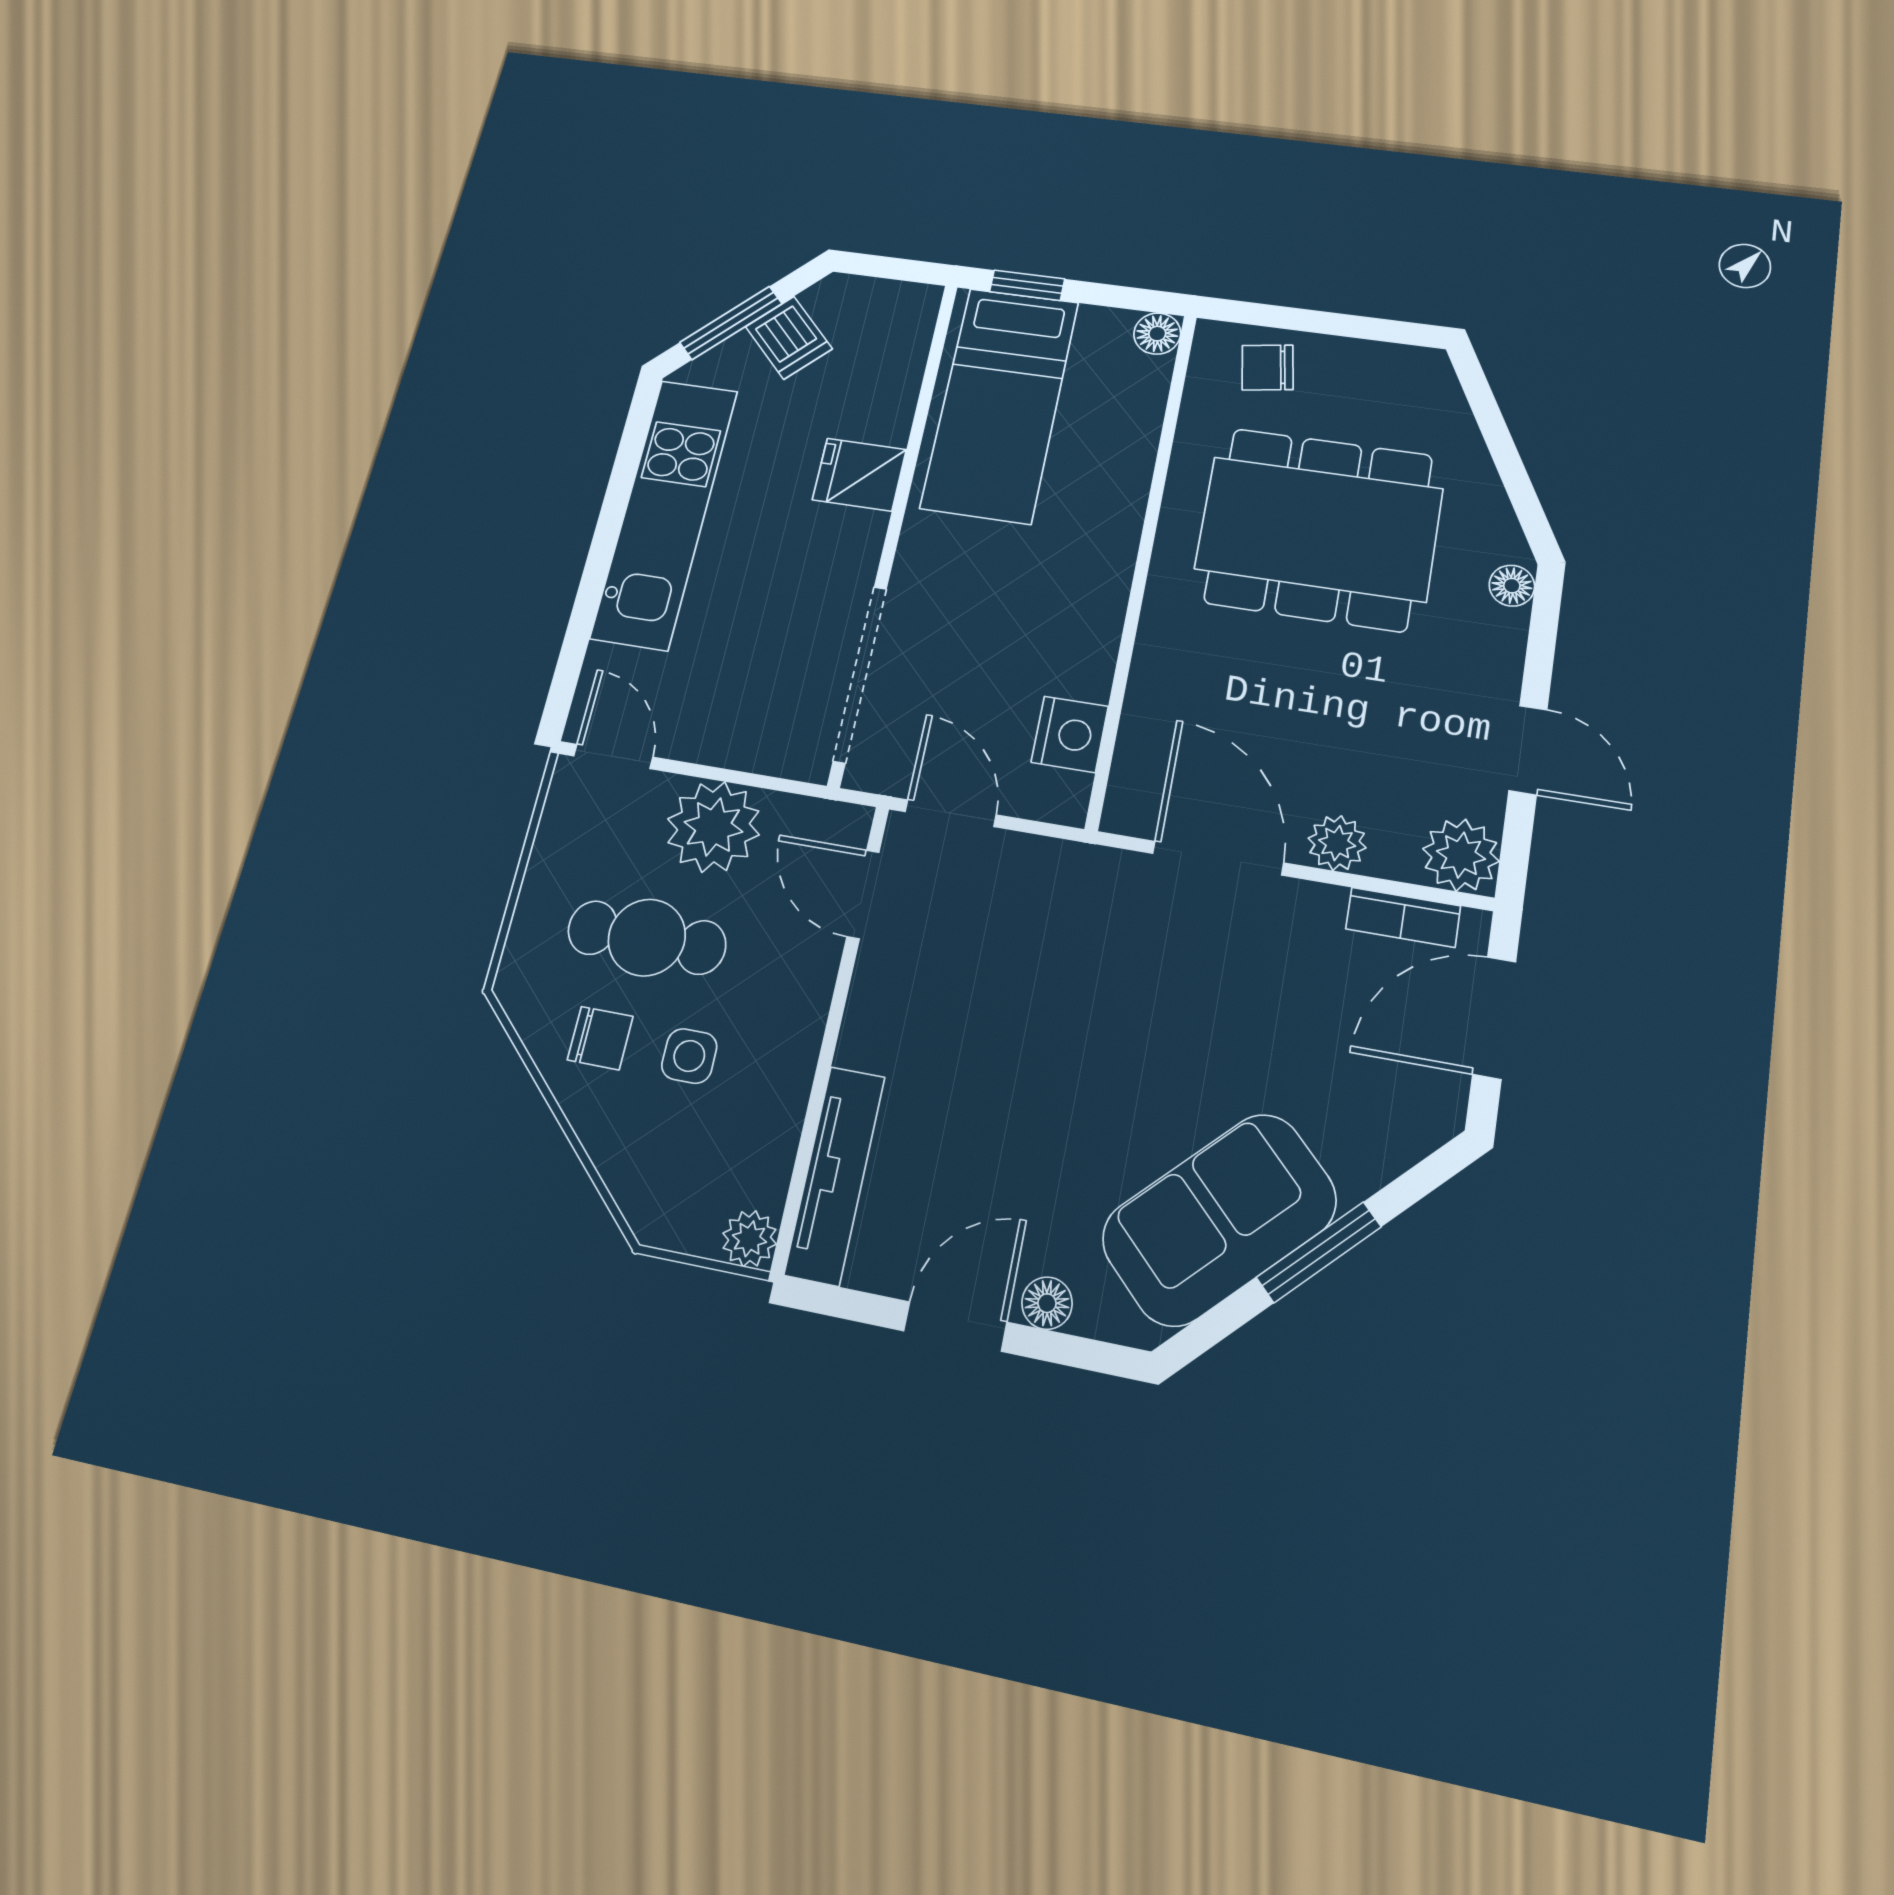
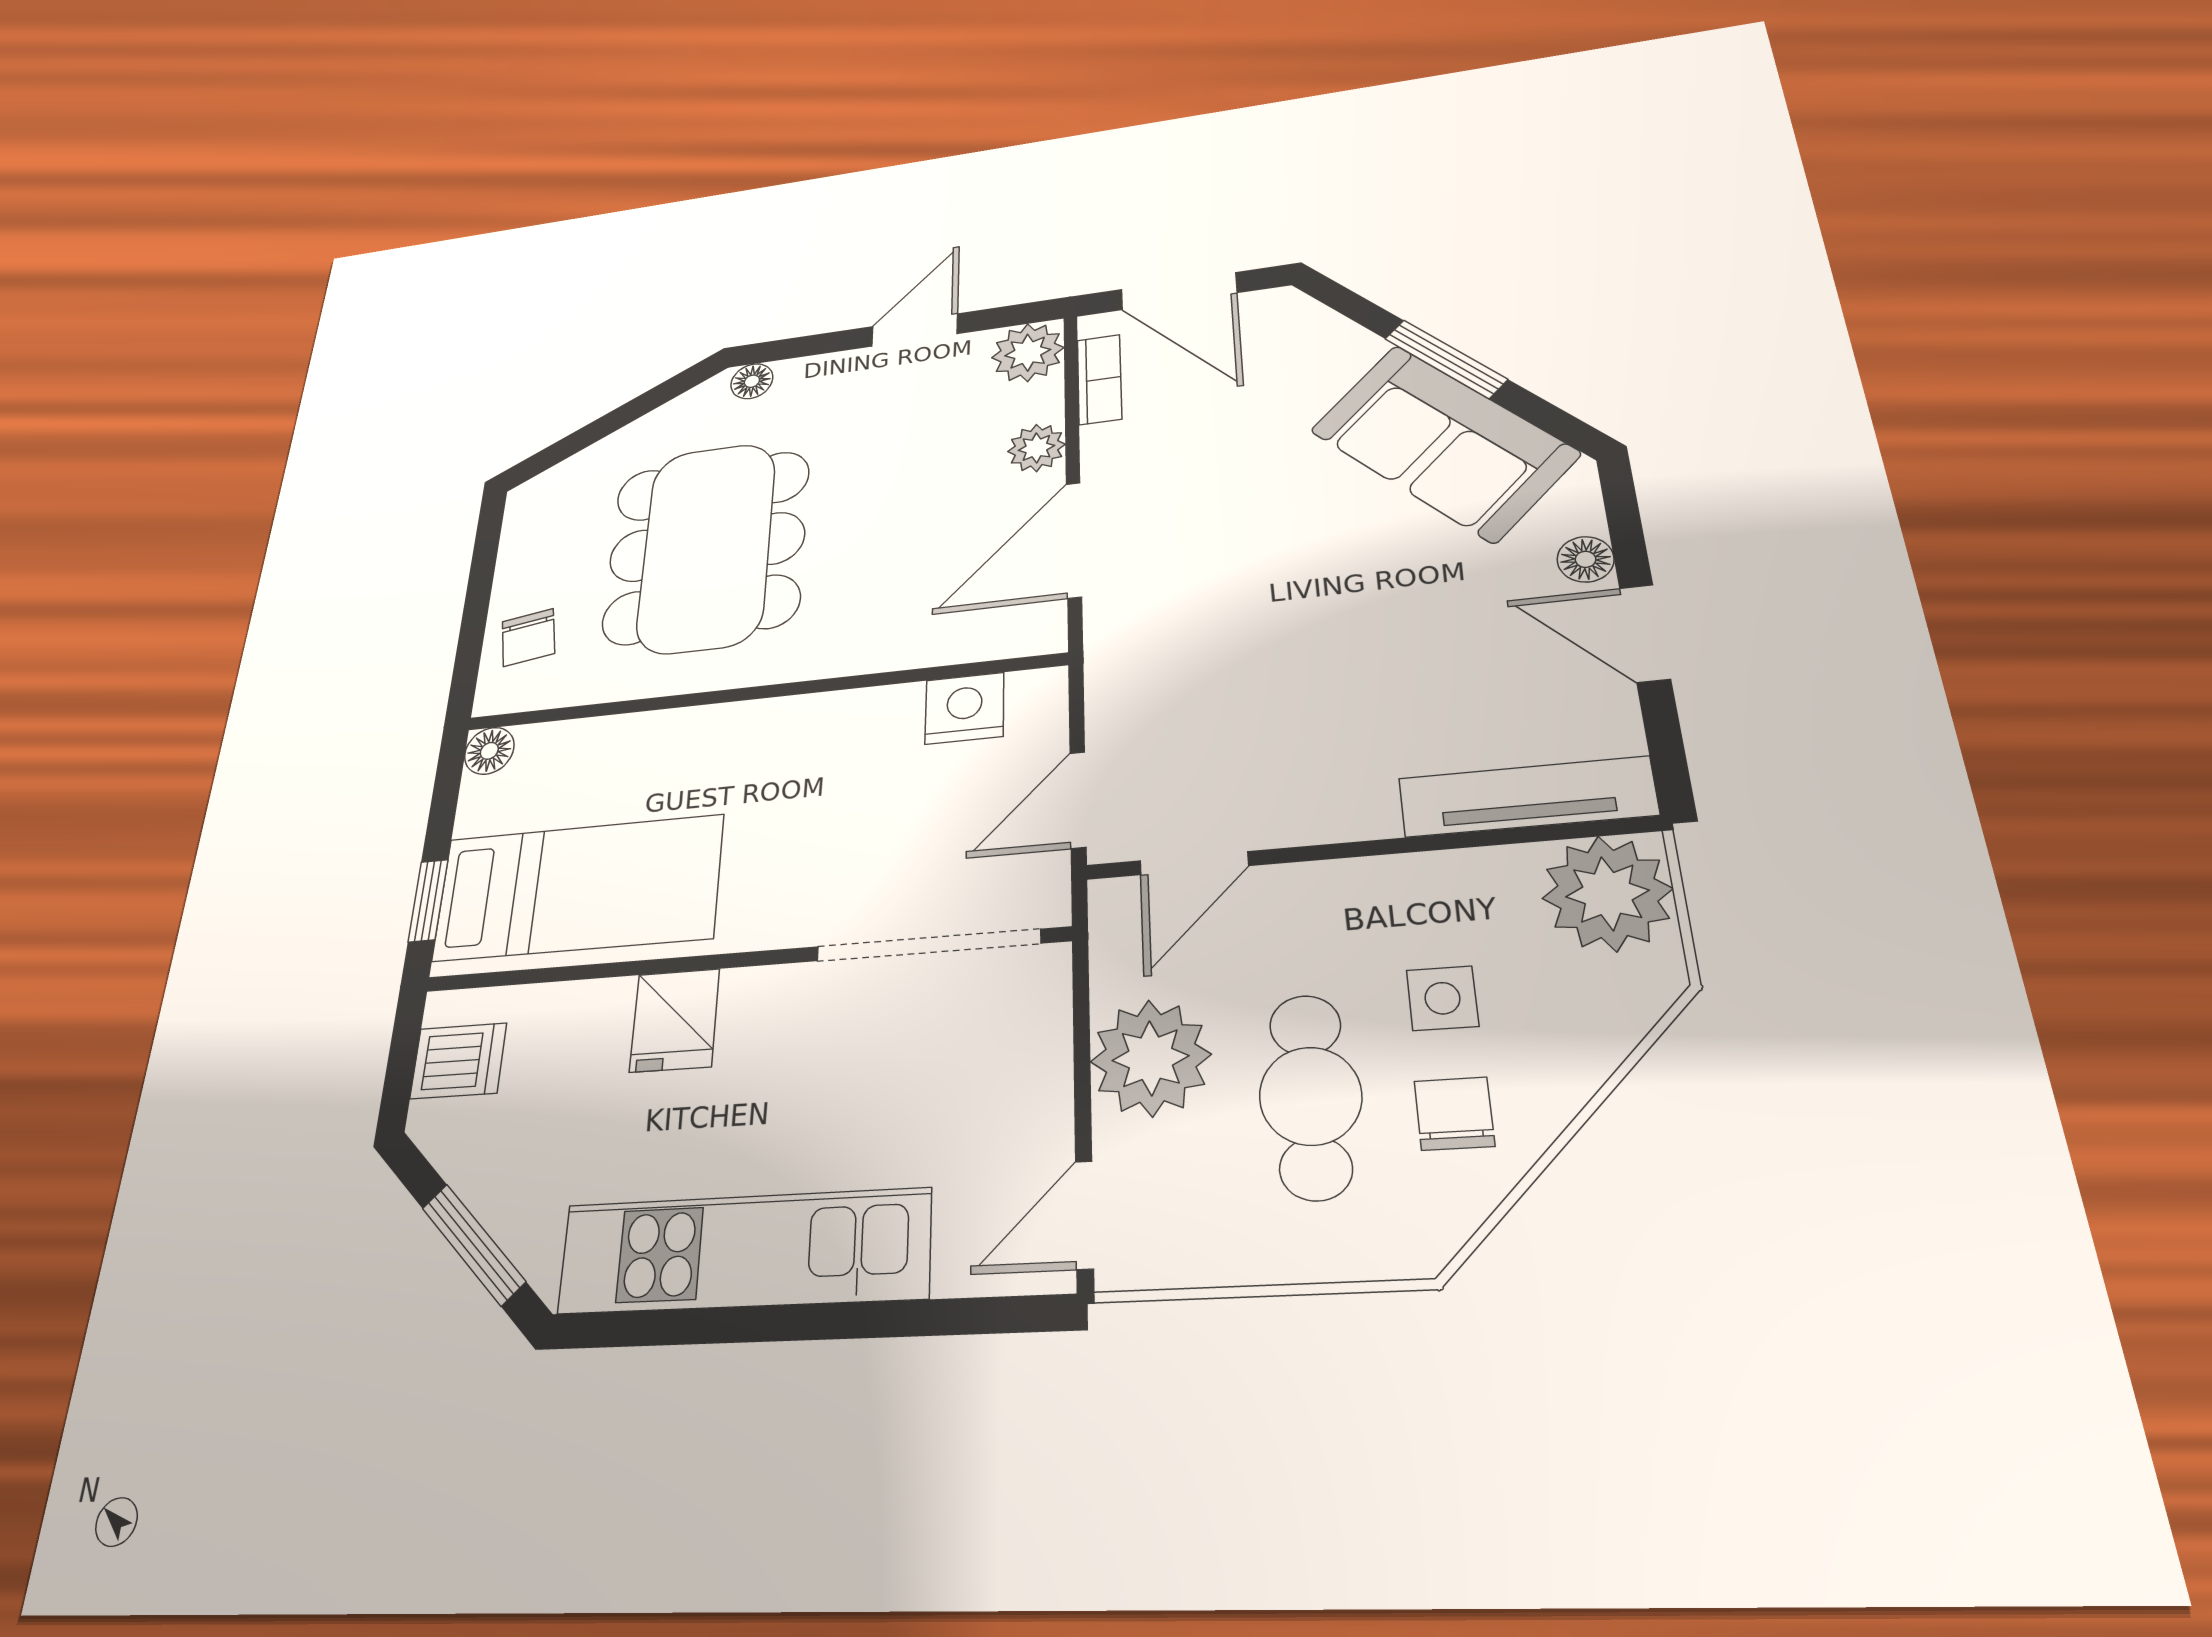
dishwasher: (789, 338) -> (458, 1061), moved, turned 45
plant: (749, 1239) -> (1607, 894), width x1.87, depth x1.87

